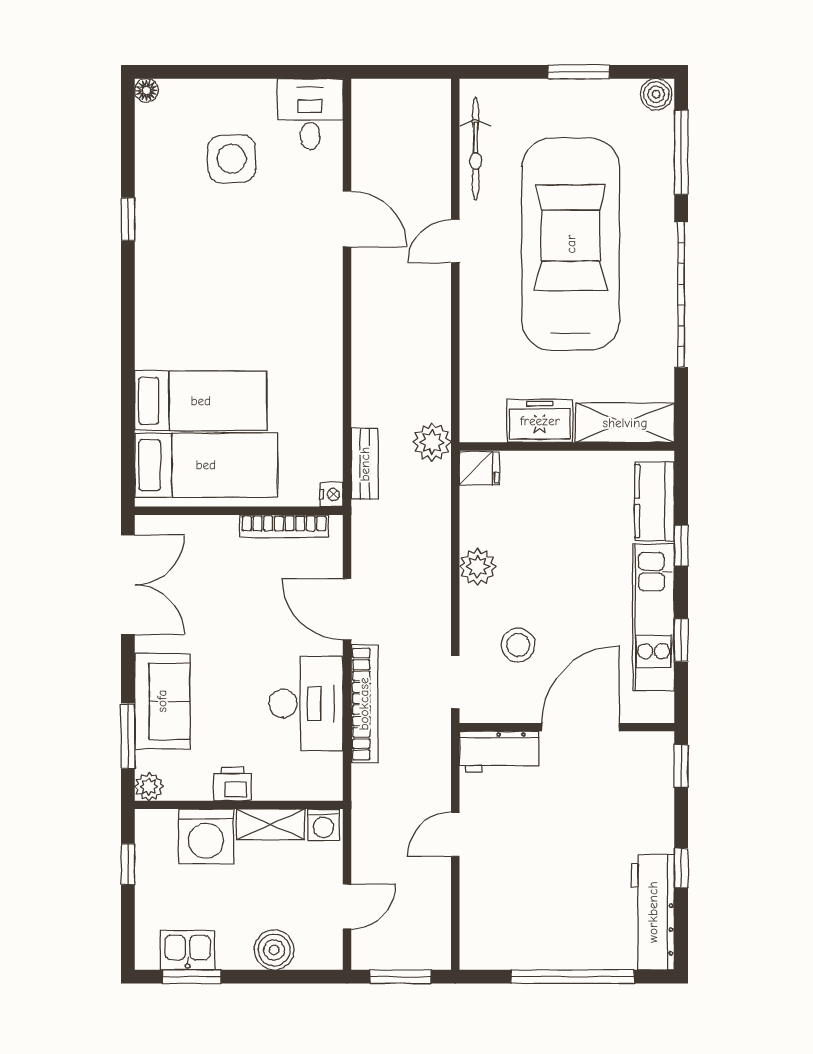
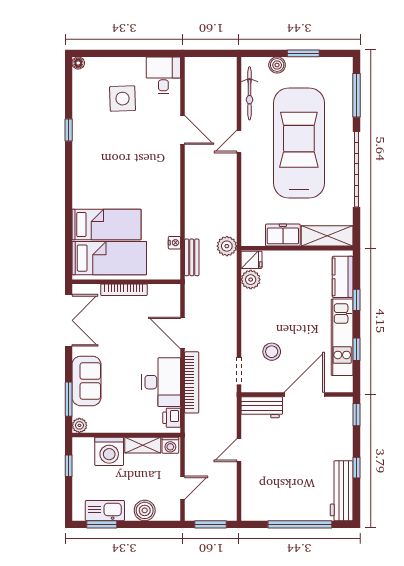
boiler: (656, 94) -> (277, 65), moved
nightstand: (331, 494) -> (174, 243), moved
bookcase: (284, 526) -> (124, 290), moved
plant: (478, 567) -> (251, 280), moved
printer: (232, 784) -> (172, 418), moved, turned -90
kitchen sink: (188, 950) -> (105, 511), width x1.38

